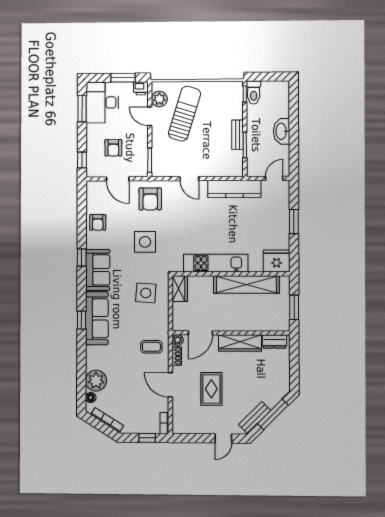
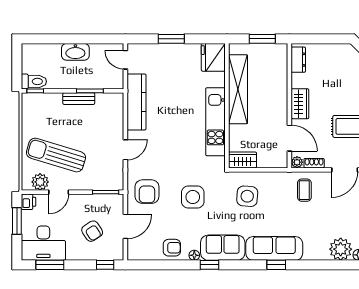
armchair: (113, 148) -> (92, 231), turned 57
armchair: (150, 199) -> (147, 192), turned 90
floor lamp: (91, 243) -> (194, 255), added
wardrobe: (240, 343) -> (300, 104), width x0.67

